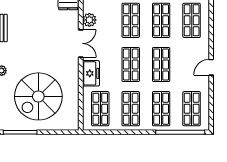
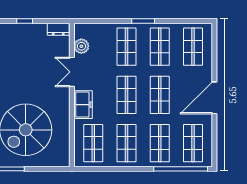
double door: (81, 43) -> (72, 72), swing flipped
door: (211, 67) -> (214, 98), width x1.88

